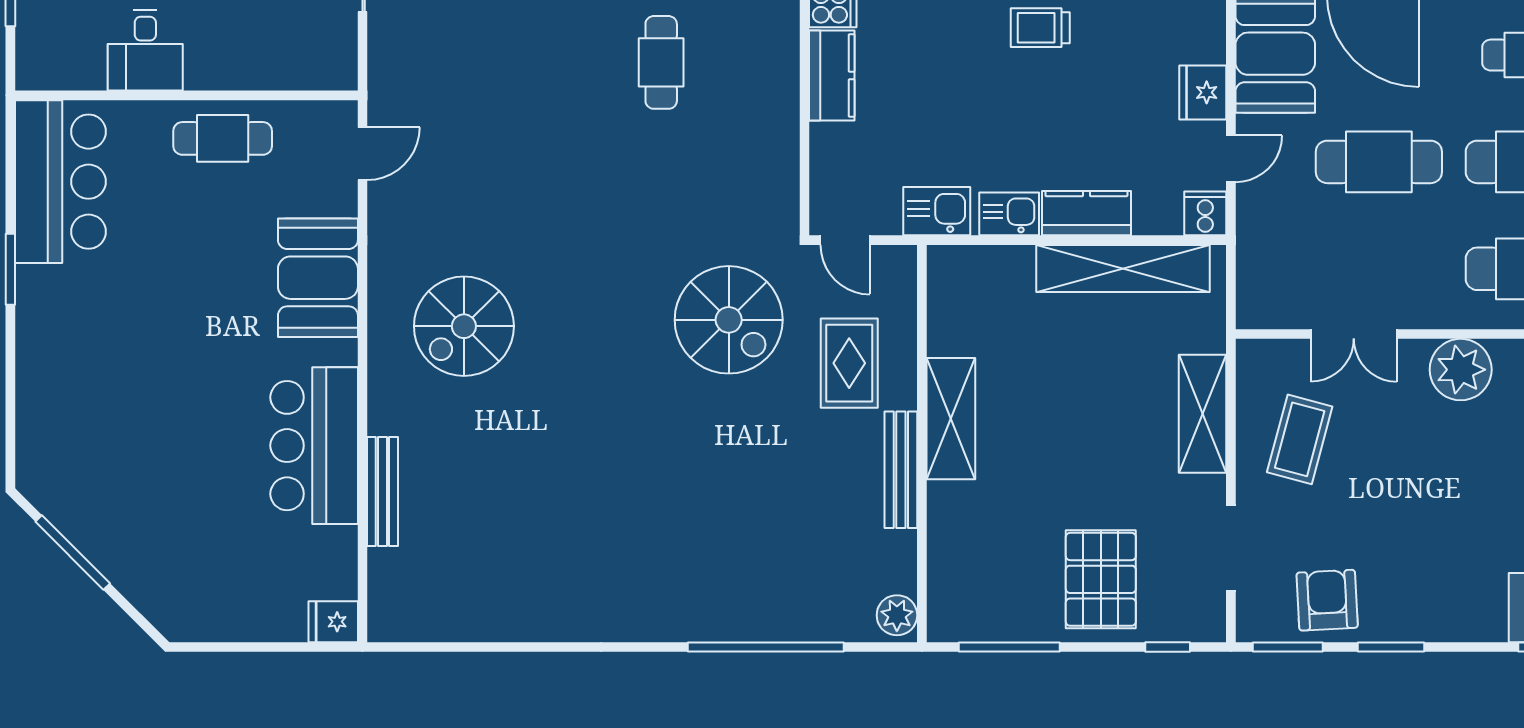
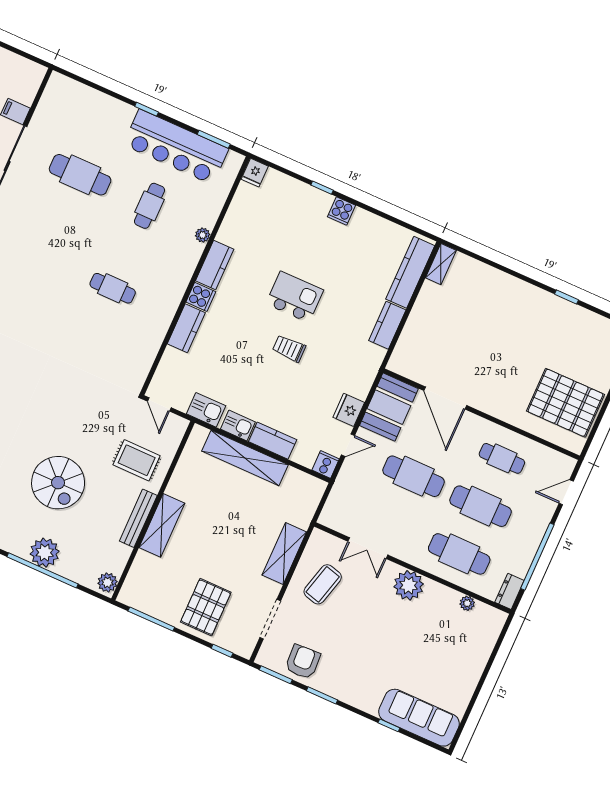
cafe table: (661, 62) -> (113, 288), turned 90
shelving: (1123, 268) -> (245, 458), moved
spiral stairs: (729, 320) -> (58, 483), moved
rug: (849, 363) -> (137, 460), turned 90
shelving: (951, 419) -> (162, 525), moved
plant: (755, 612) -> (45, 553), added

